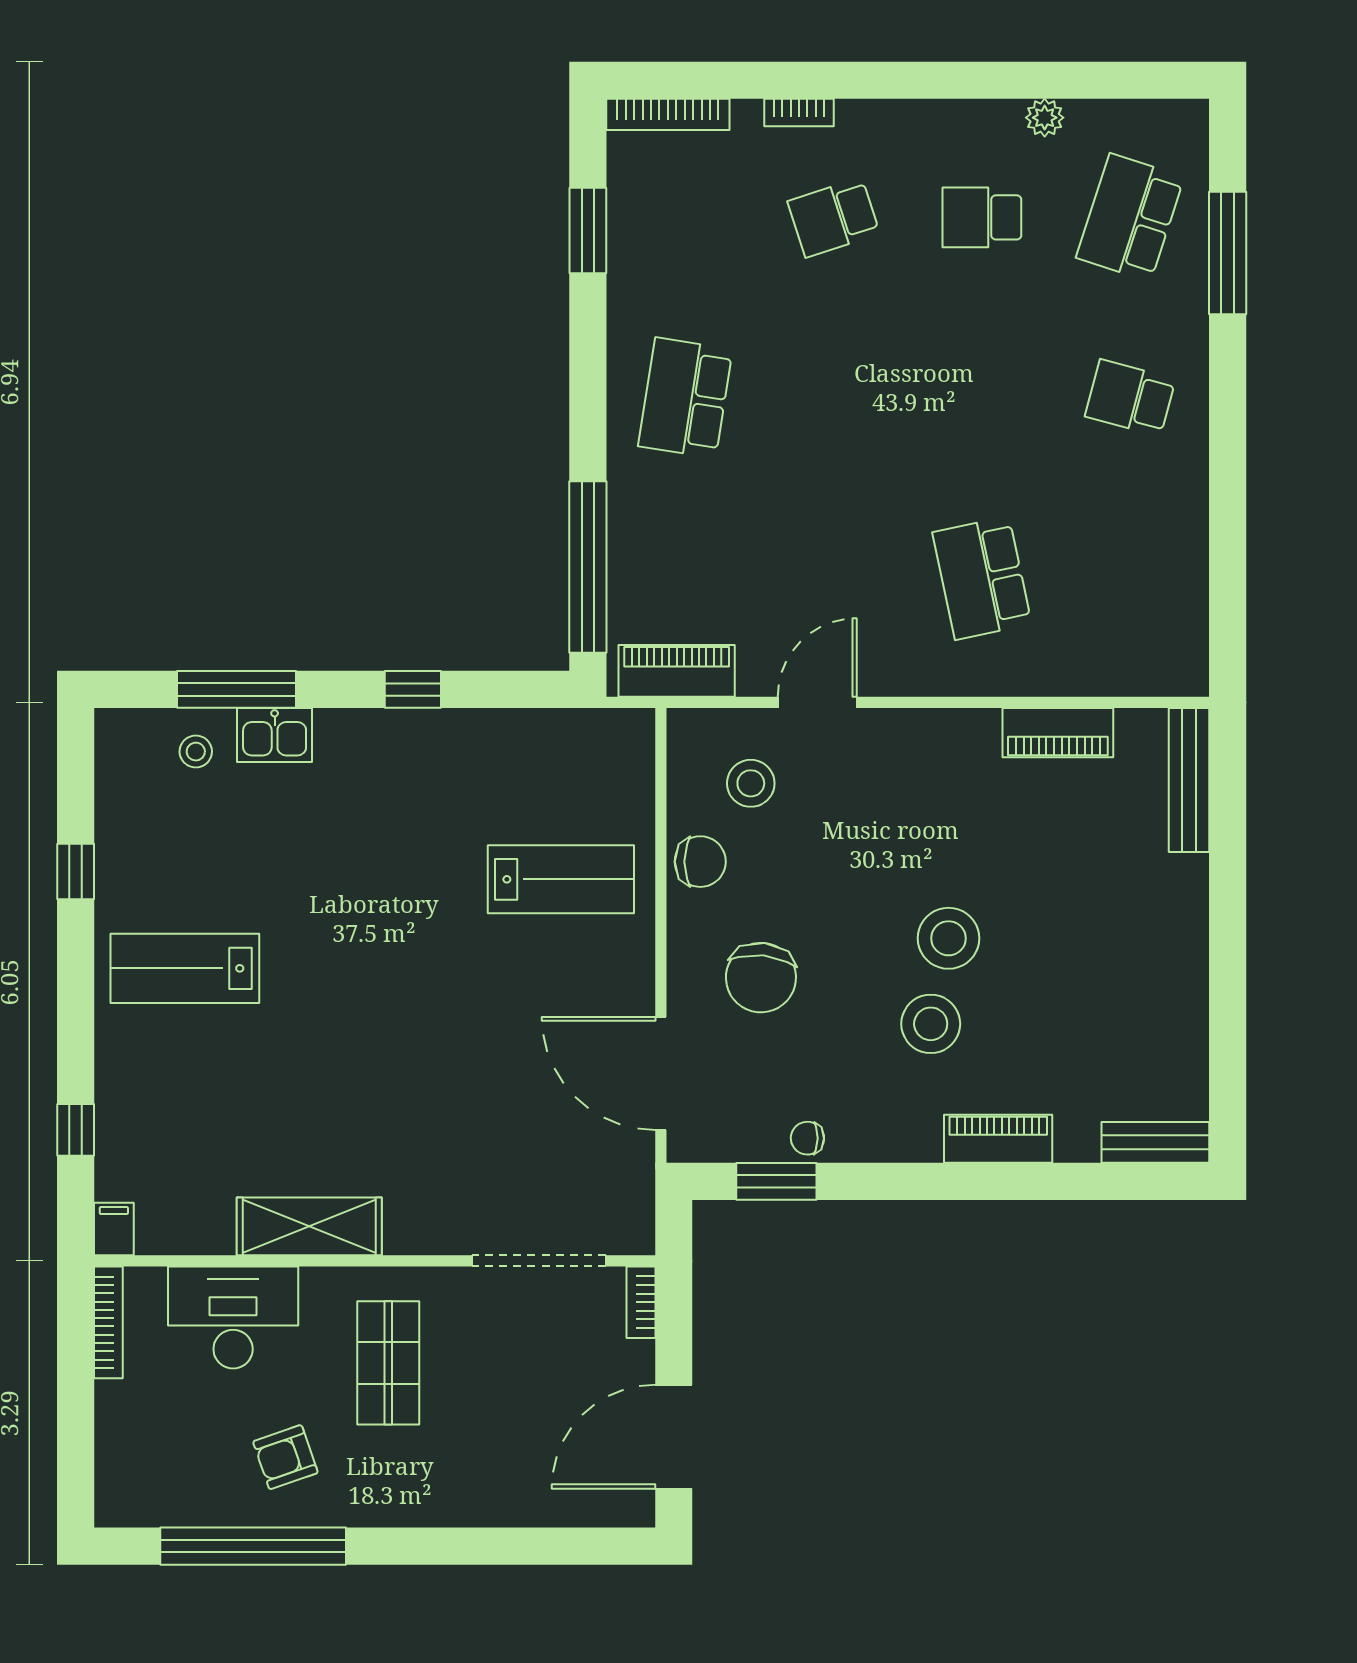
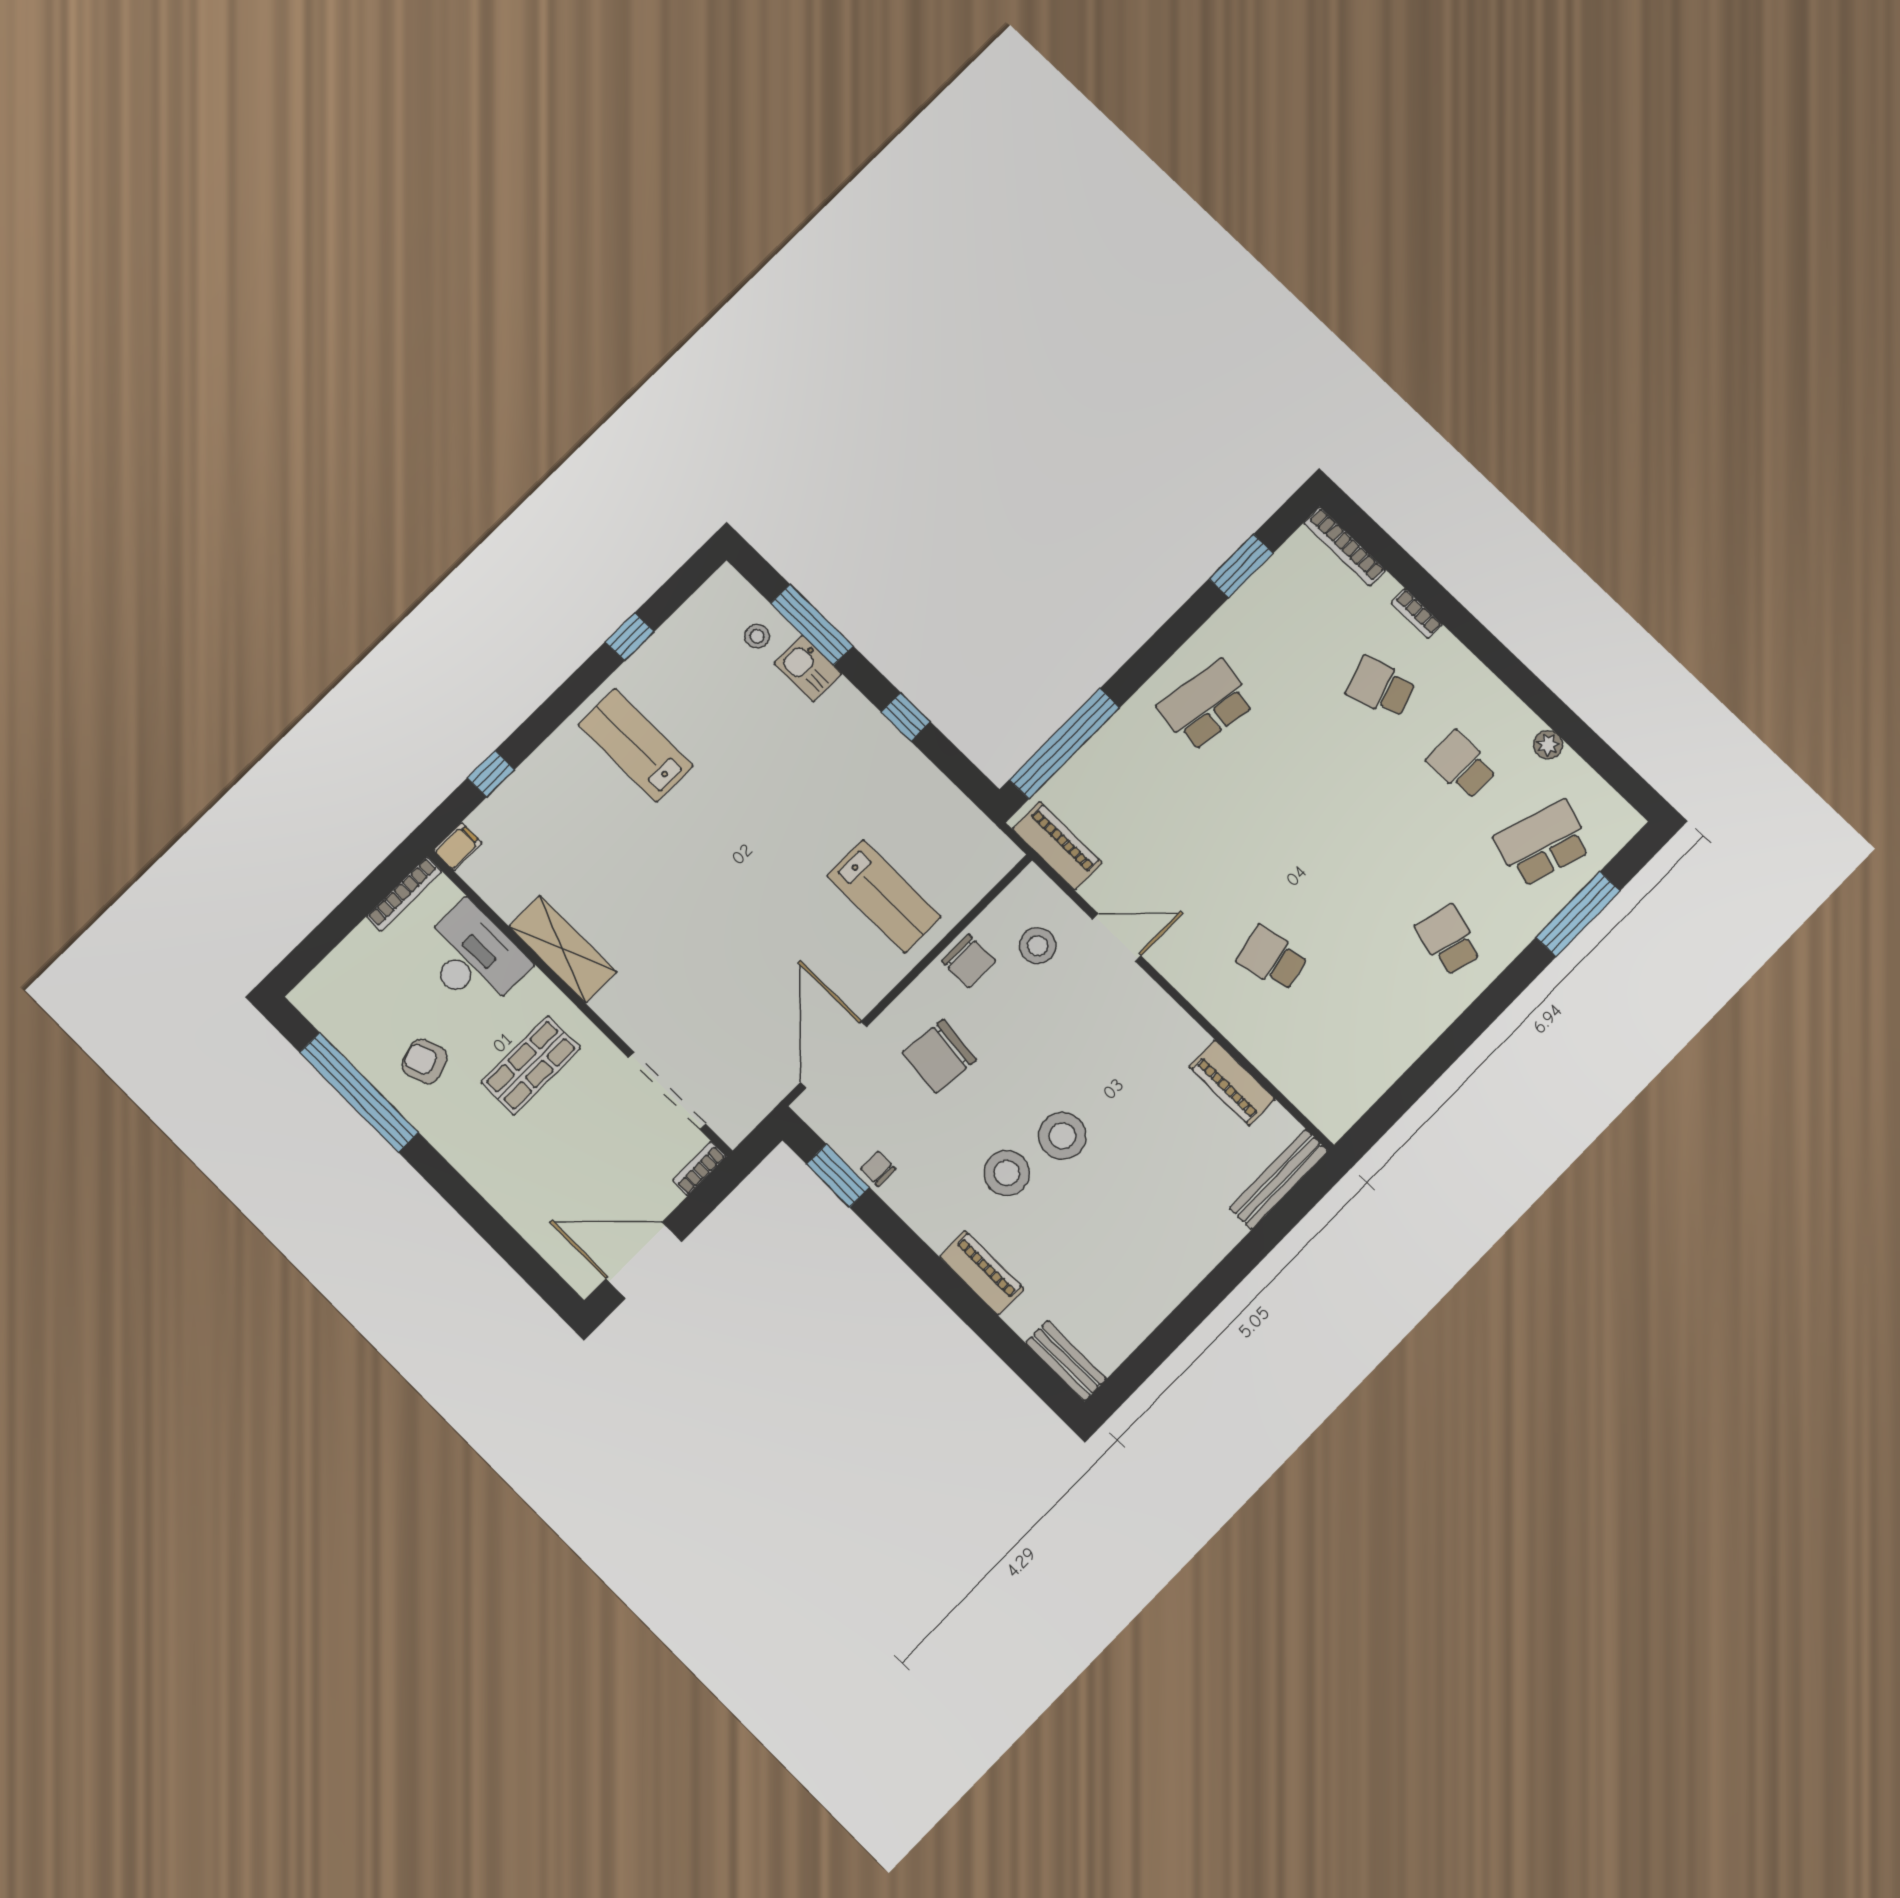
school desk: (982, 578) -> (1272, 958), width x0.54

